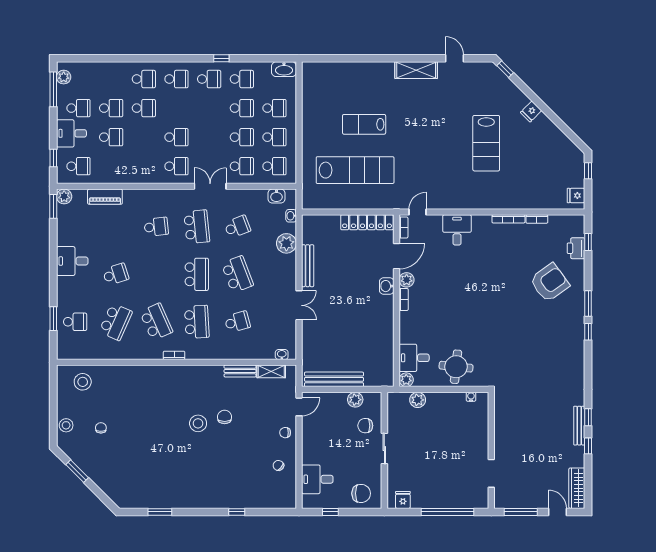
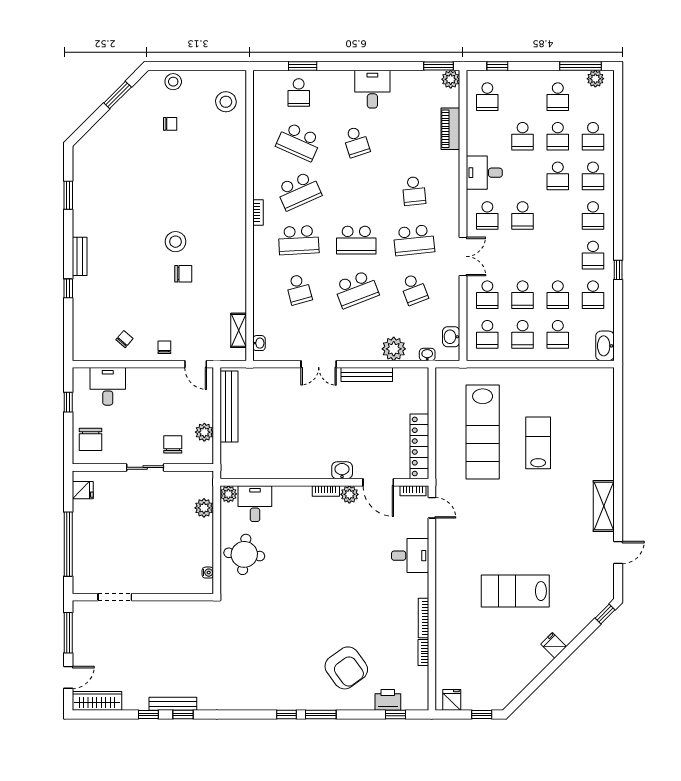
school desk: (111, 79) -> (593, 136), added
desk: (71, 133) -> (484, 173), moved, turned -90
bench: (240, 371) -> (80, 256), moved

